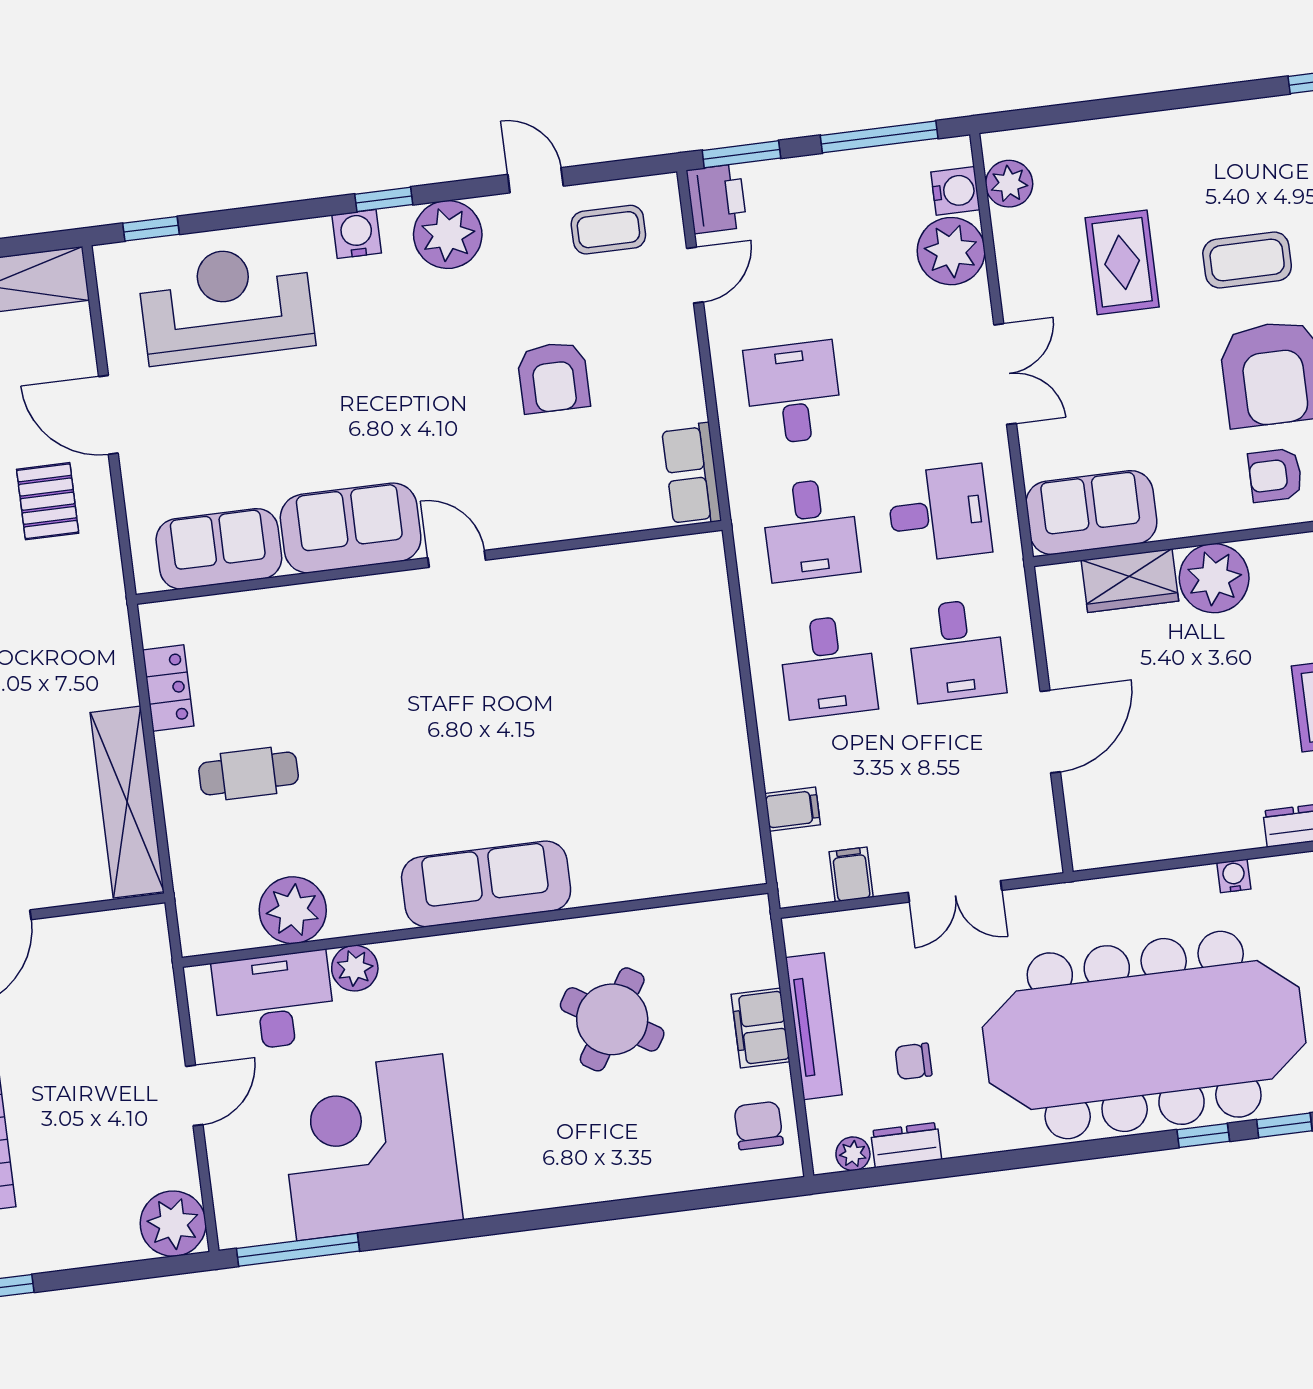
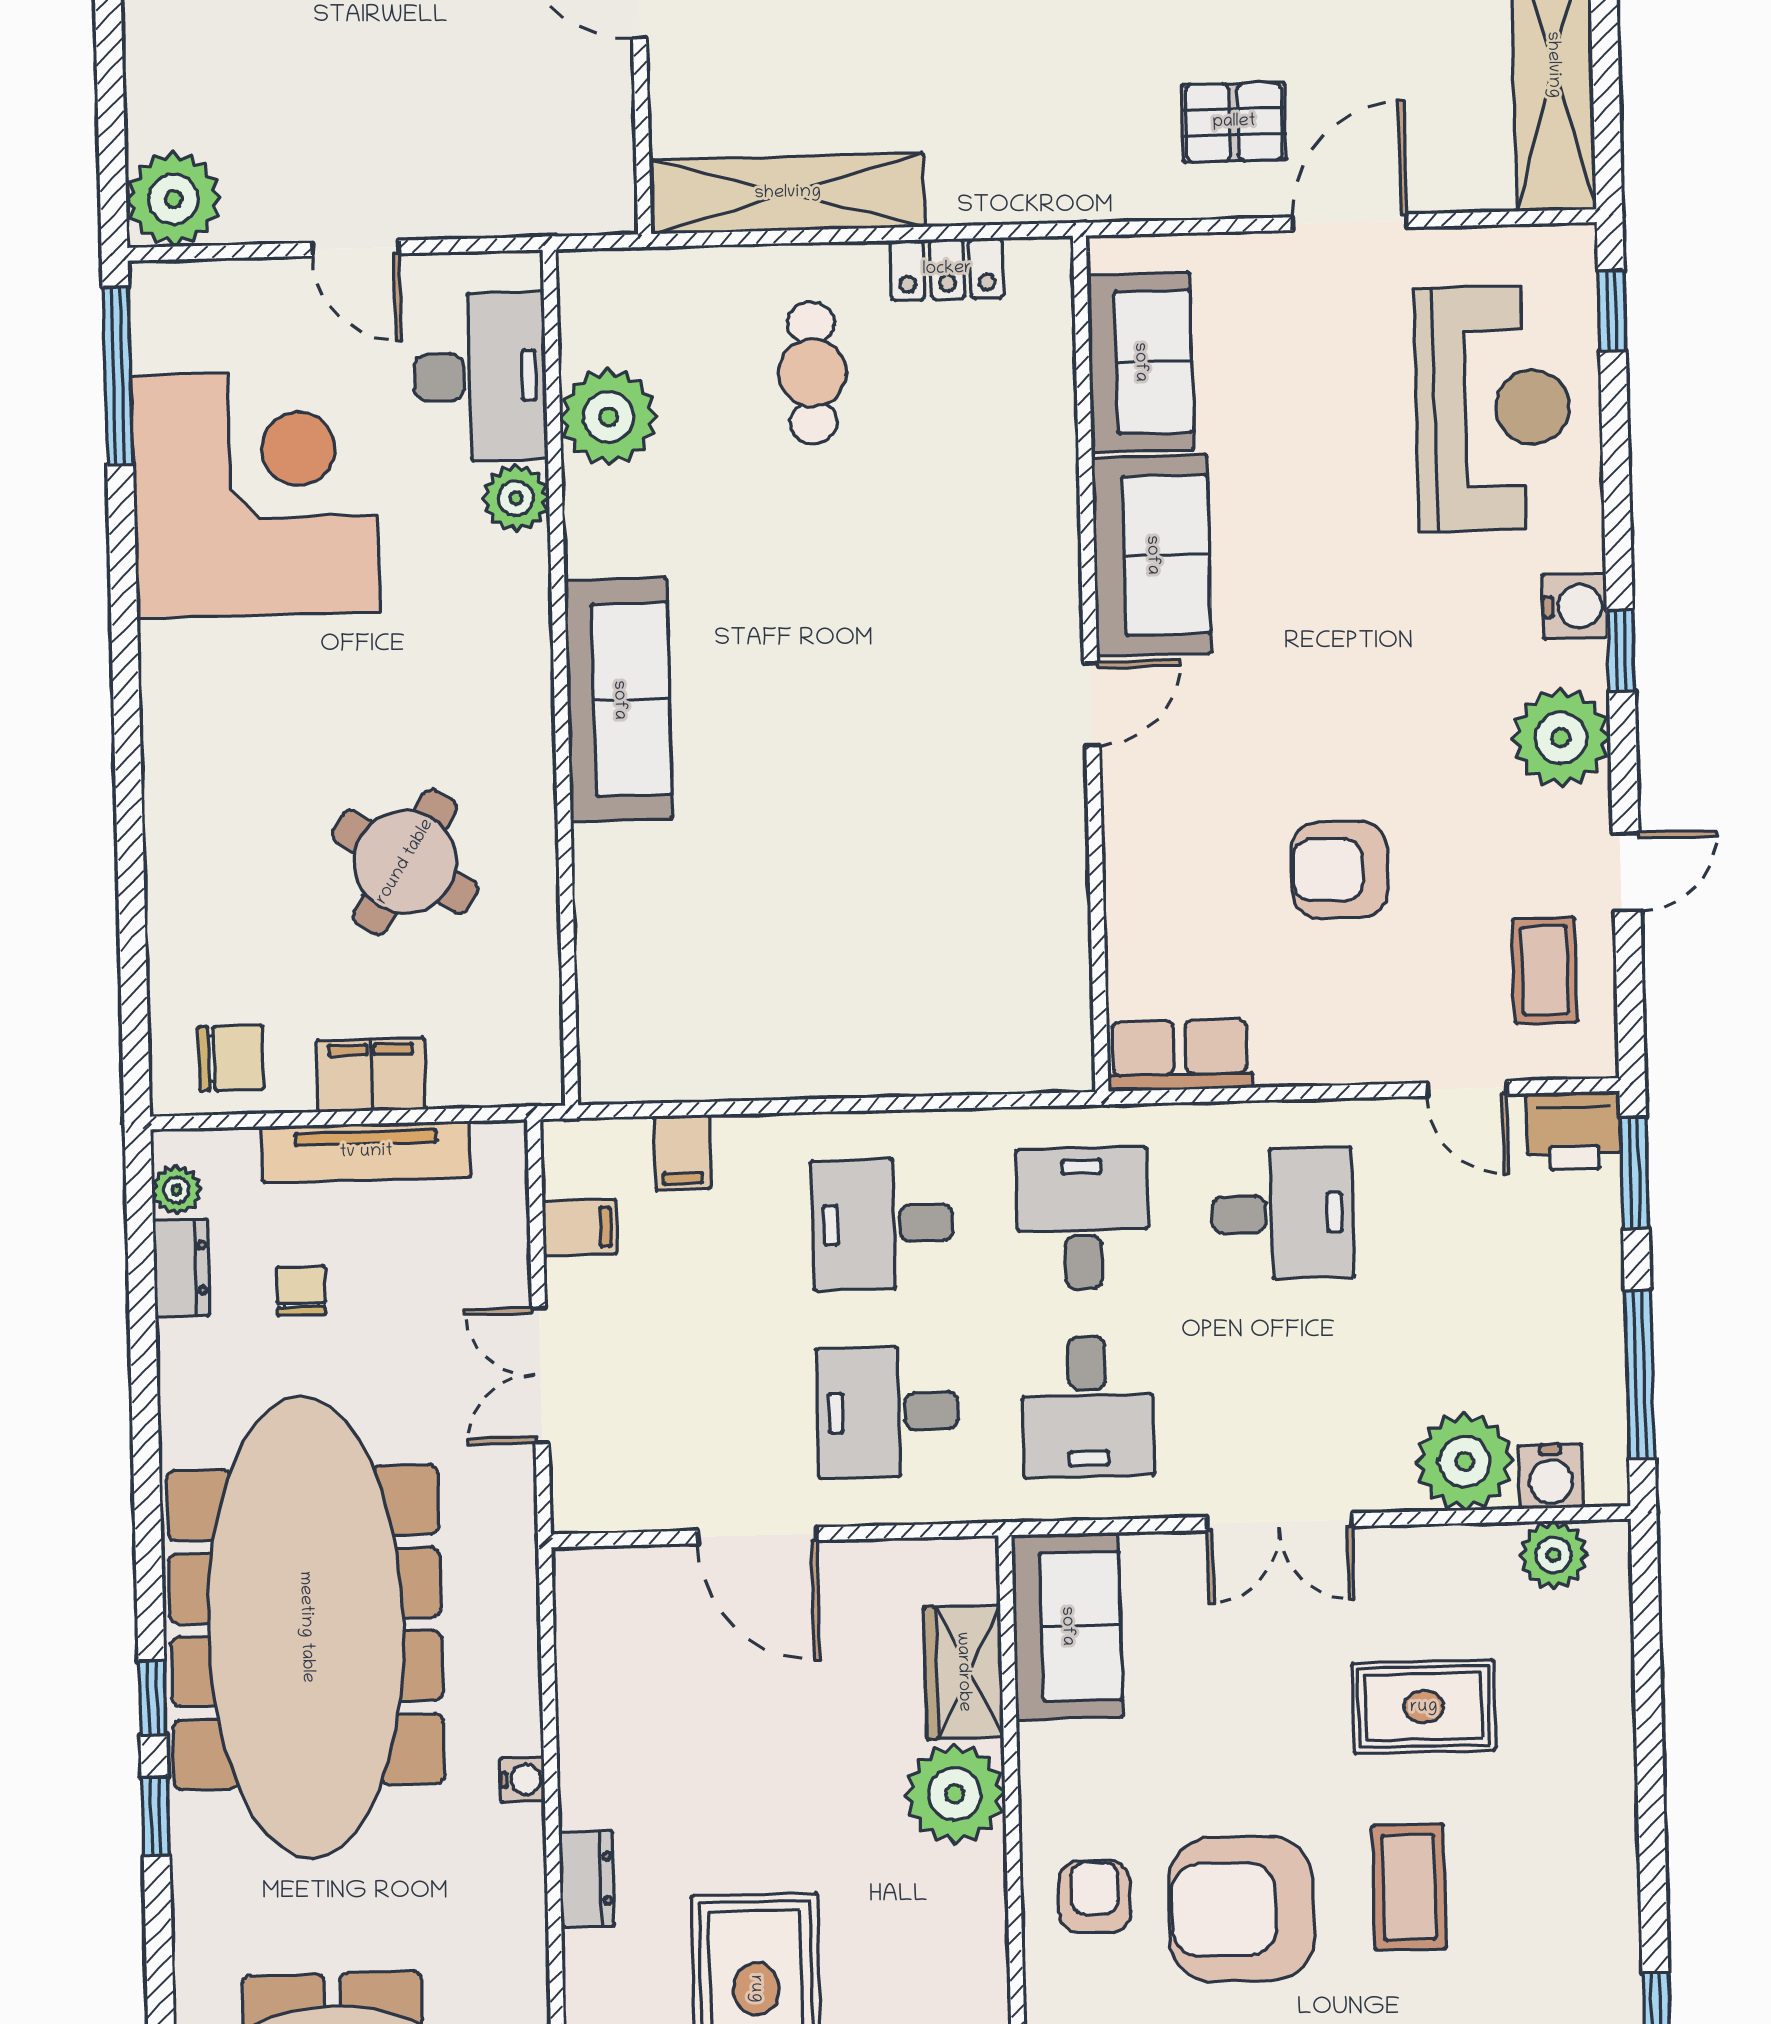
desk: (811, 530) -> (1083, 1219), turned 90

